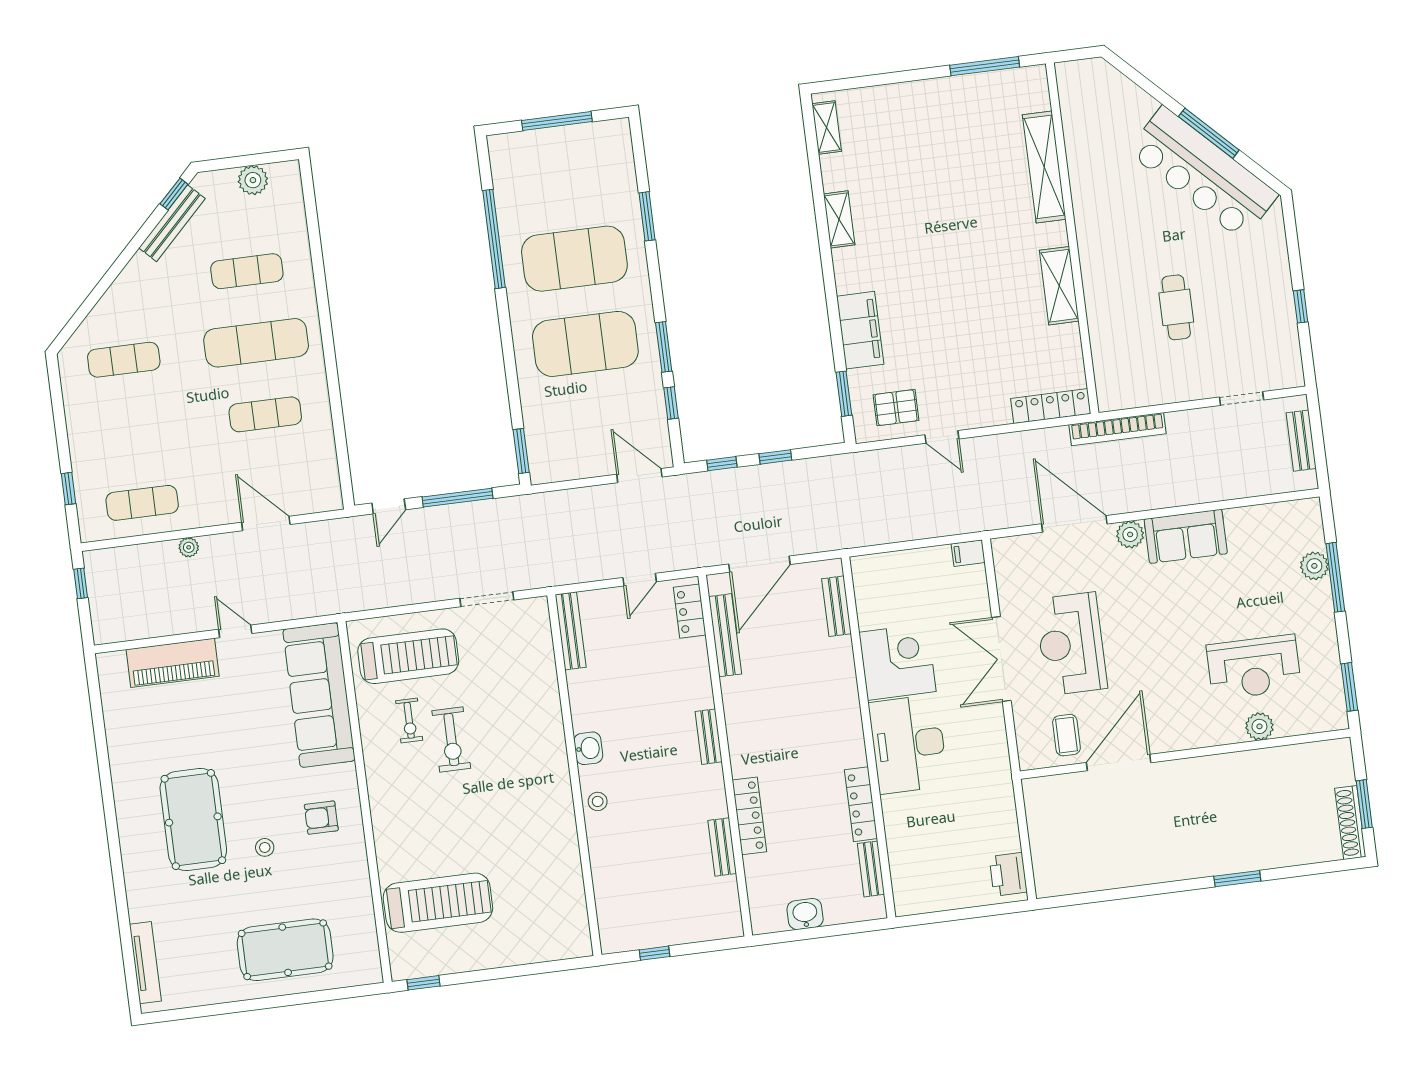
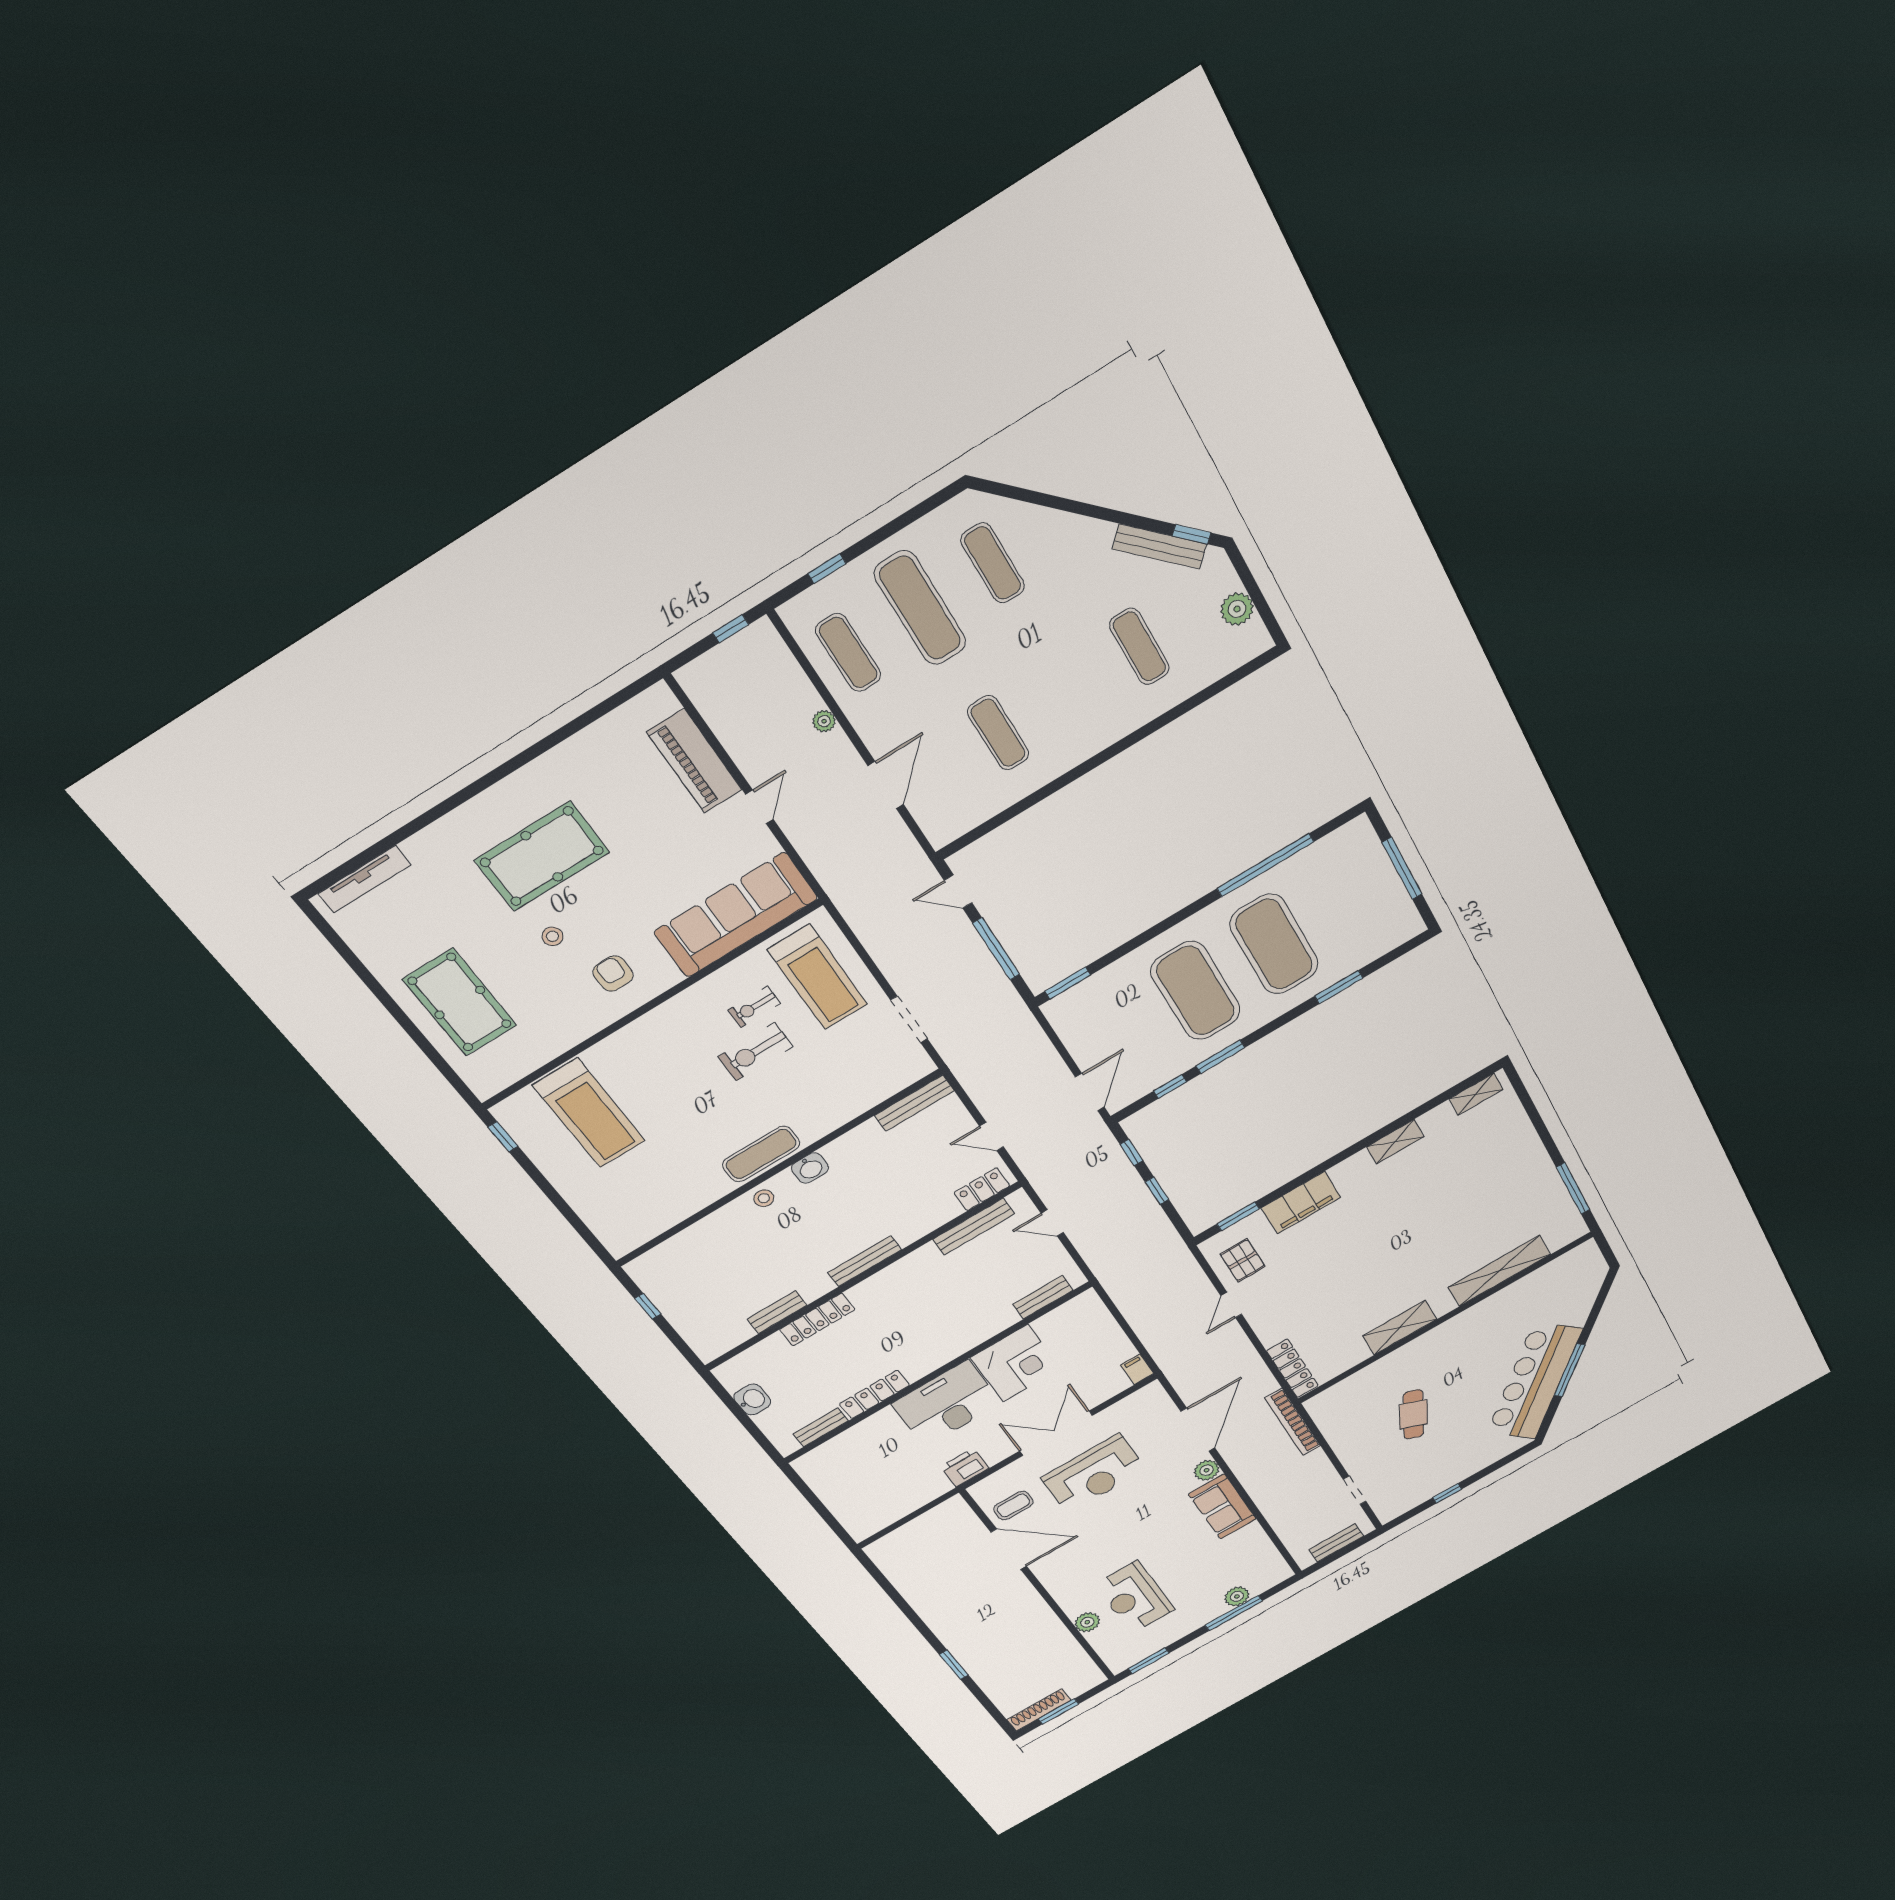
cafe table: (1176, 307) -> (1413, 1414), turned -66
exercise mat: (256, 343) -> (920, 608), moved
door: (759, 564) -> (1052, 1223), width x0.53
reception desk: (1071, 644) -> (1094, 1474), turned 180
bench: (709, 737) -> (865, 1261), width x1.36
exercise mat: (552, 782) -> (761, 1154), added
printer: (1008, 874) -> (965, 1468), moved

